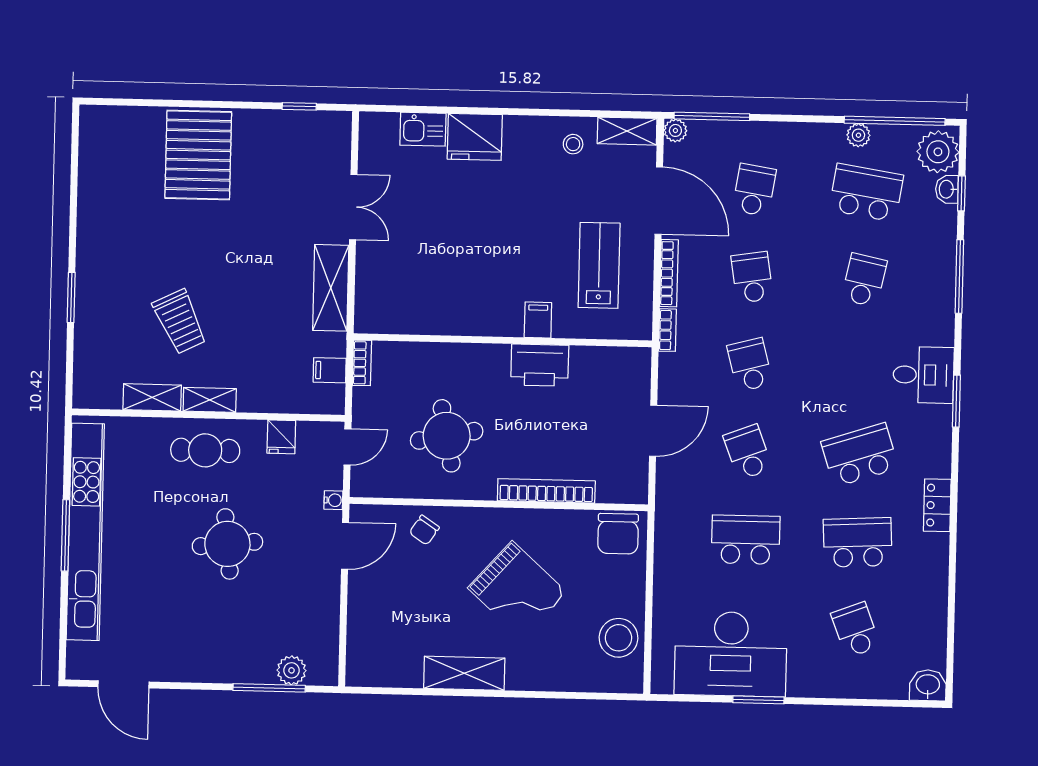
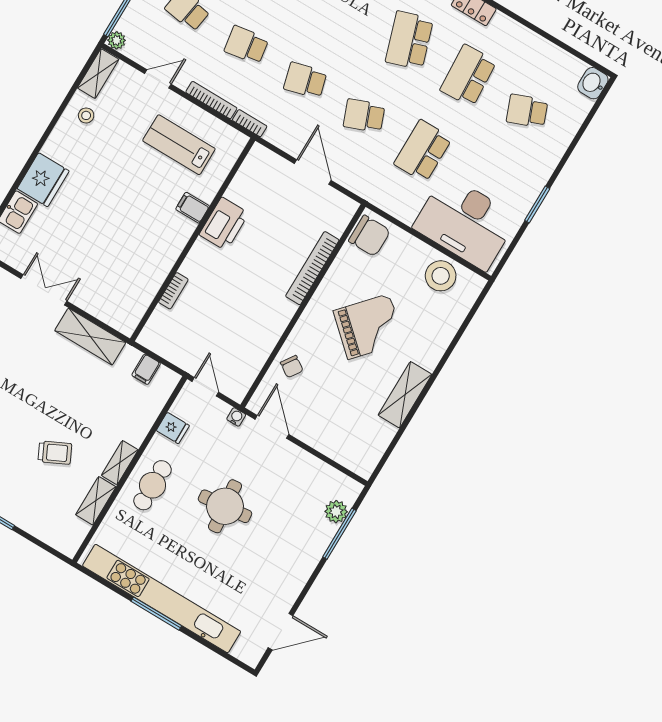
door: (659, 201) -> (158, 79), width x0.53
trolley: (180, 322) -> (55, 453), width x0.73, depth x0.72
bookcase: (362, 363) -> (173, 291), moved, turned 90
round table: (447, 436) -> (236, 315), removed
desk: (731, 654) -> (465, 222), moved, turned 90

